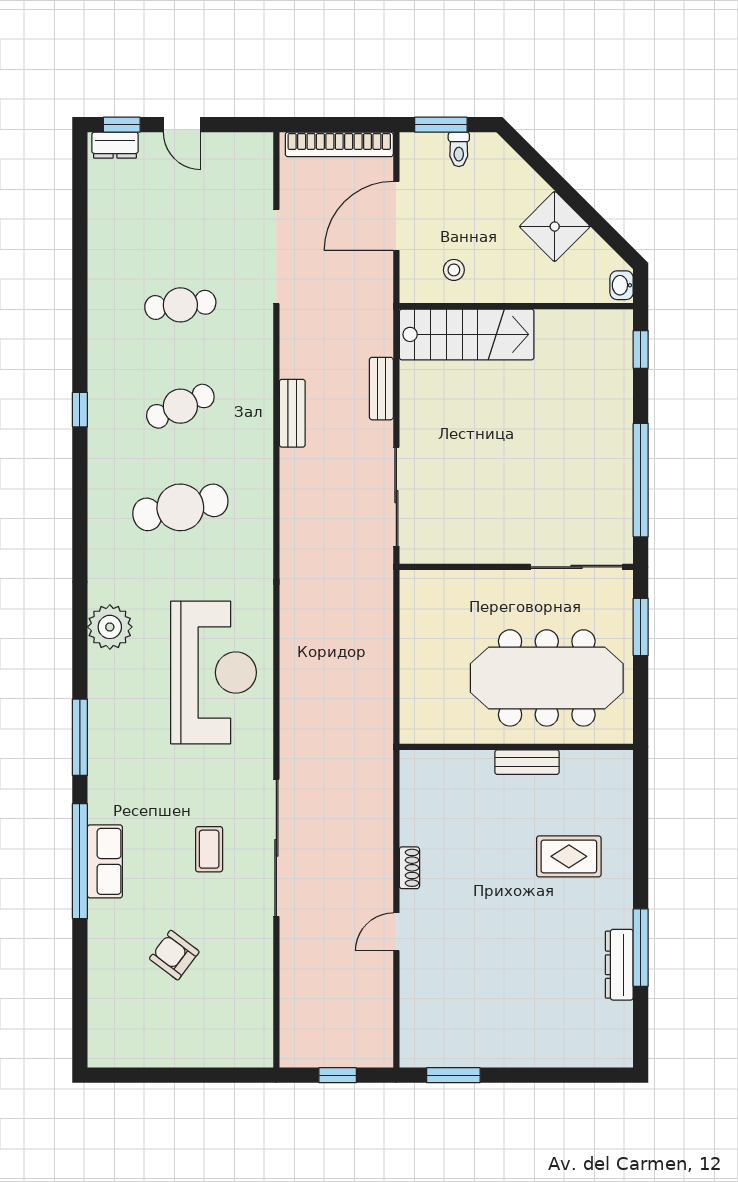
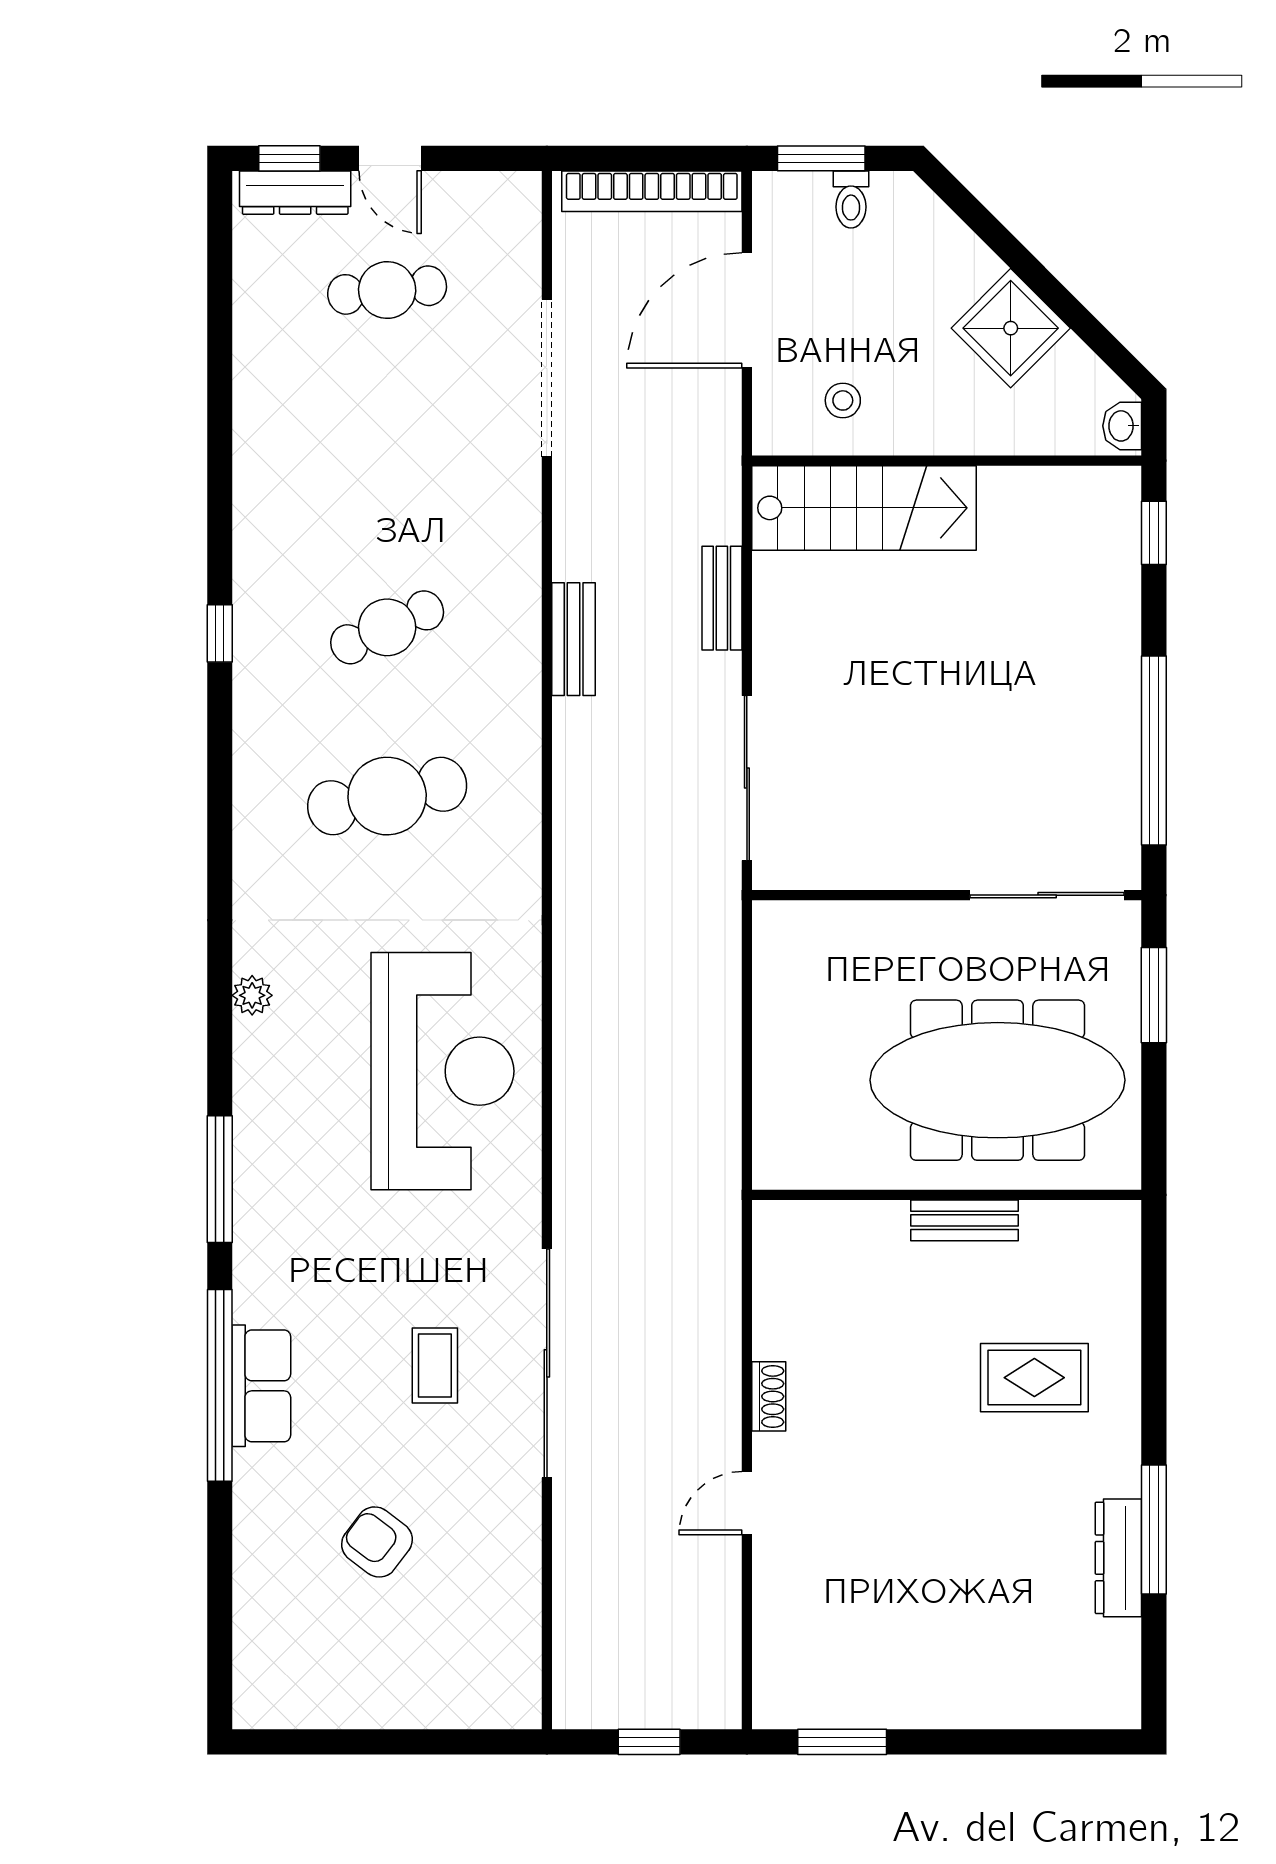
dresser: (115, 145) -> (295, 193), width x1.44
cafe table: (180, 305) -> (387, 290), moved
plant: (110, 627) -> (252, 995), width x0.53, depth x0.53

